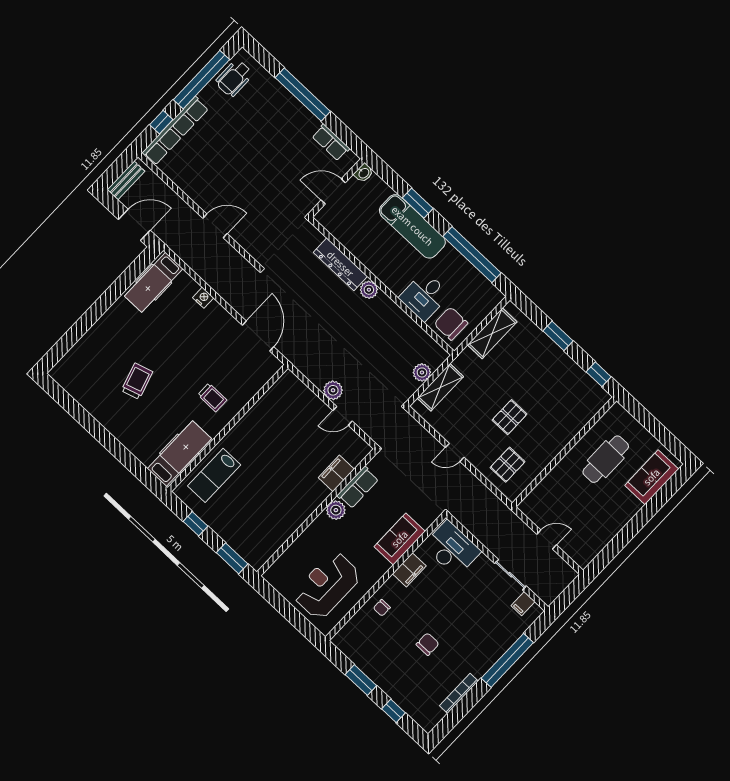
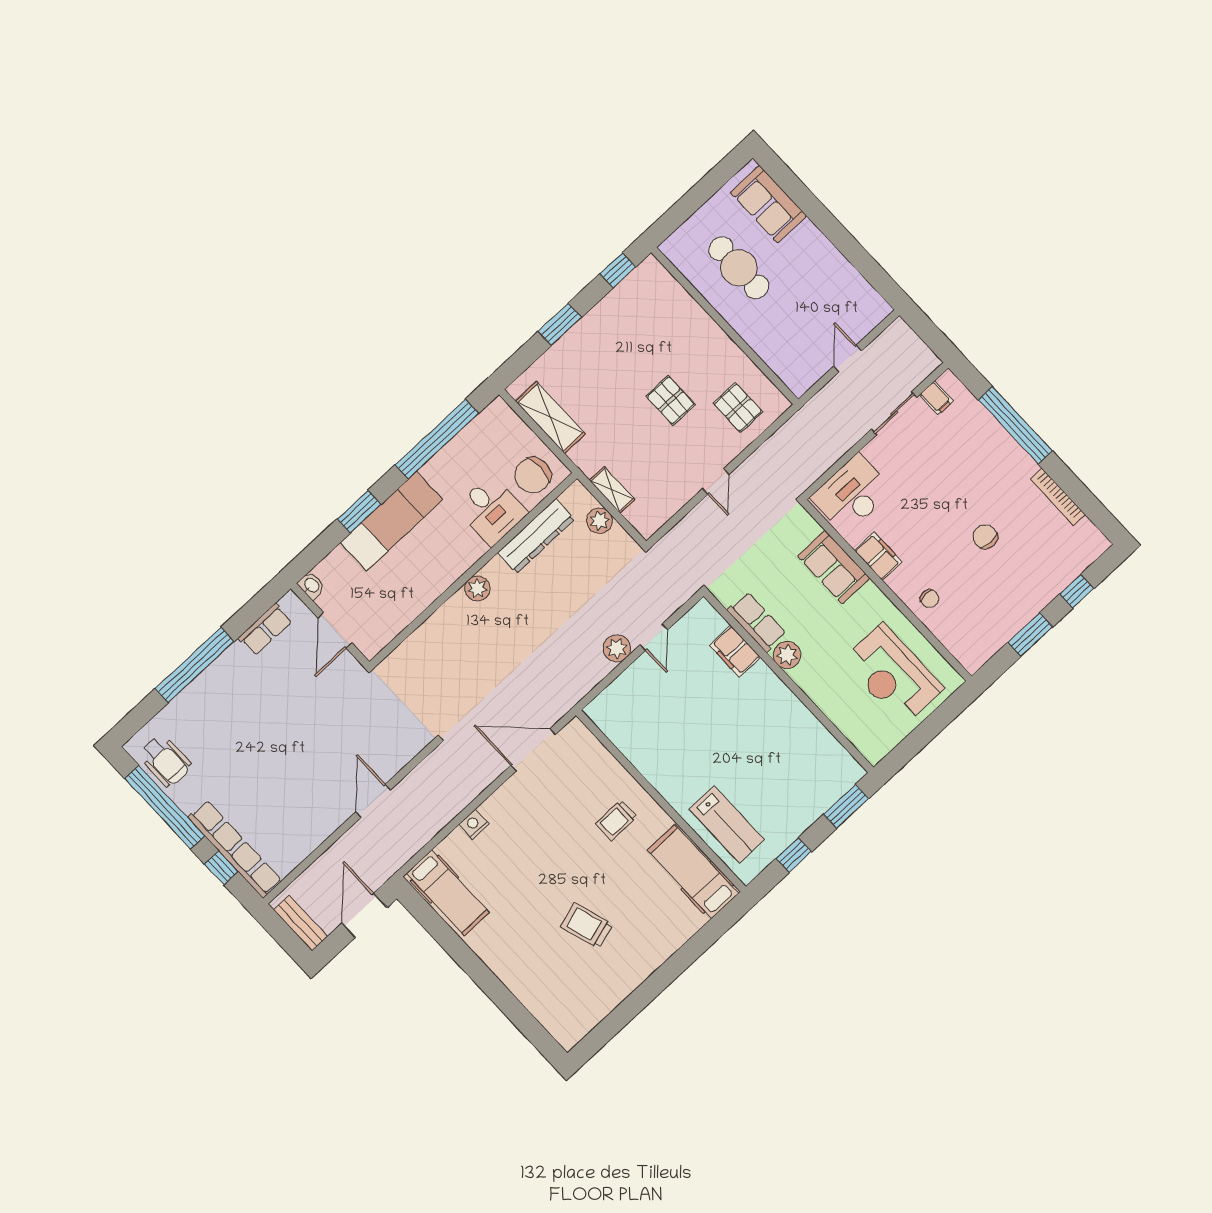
dresser: (340, 264) -> (536, 536), moved
shelving: (440, 387) -> (612, 490), width x0.67, depth x0.75
trolley: (212, 397) -> (616, 820), turned 180

